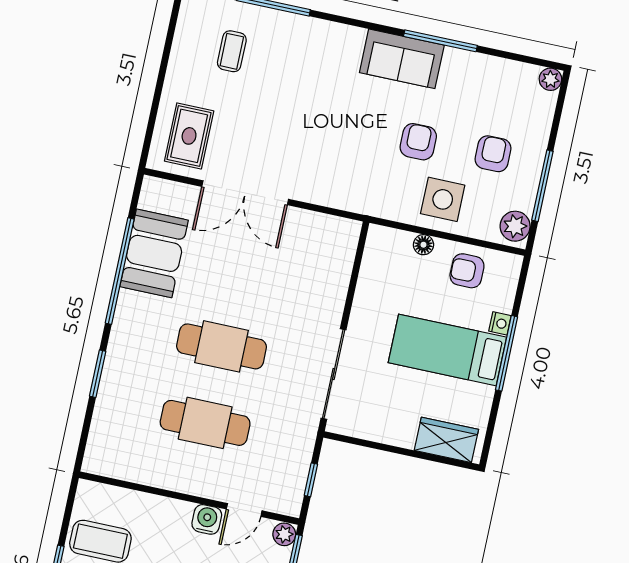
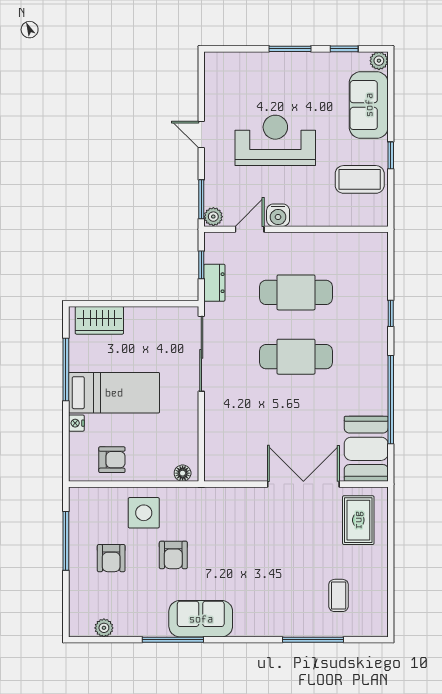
plant: (550, 79) -> (104, 628), moved
plant: (515, 226) -> (81, 504), removed
floor lamp: (423, 245) -> (183, 473), moved
booth: (154, 253) -> (366, 449), moved
window: (507, 353) -> (66, 369), moved
window: (98, 374) -> (391, 313), width x0.67
dresser: (300, 455) -> (214, 283), added

